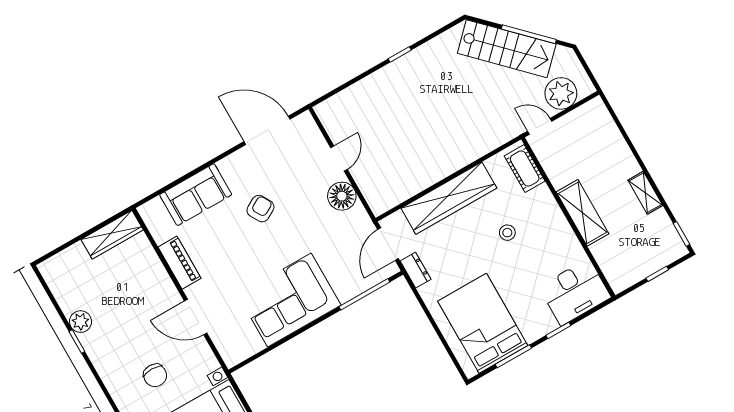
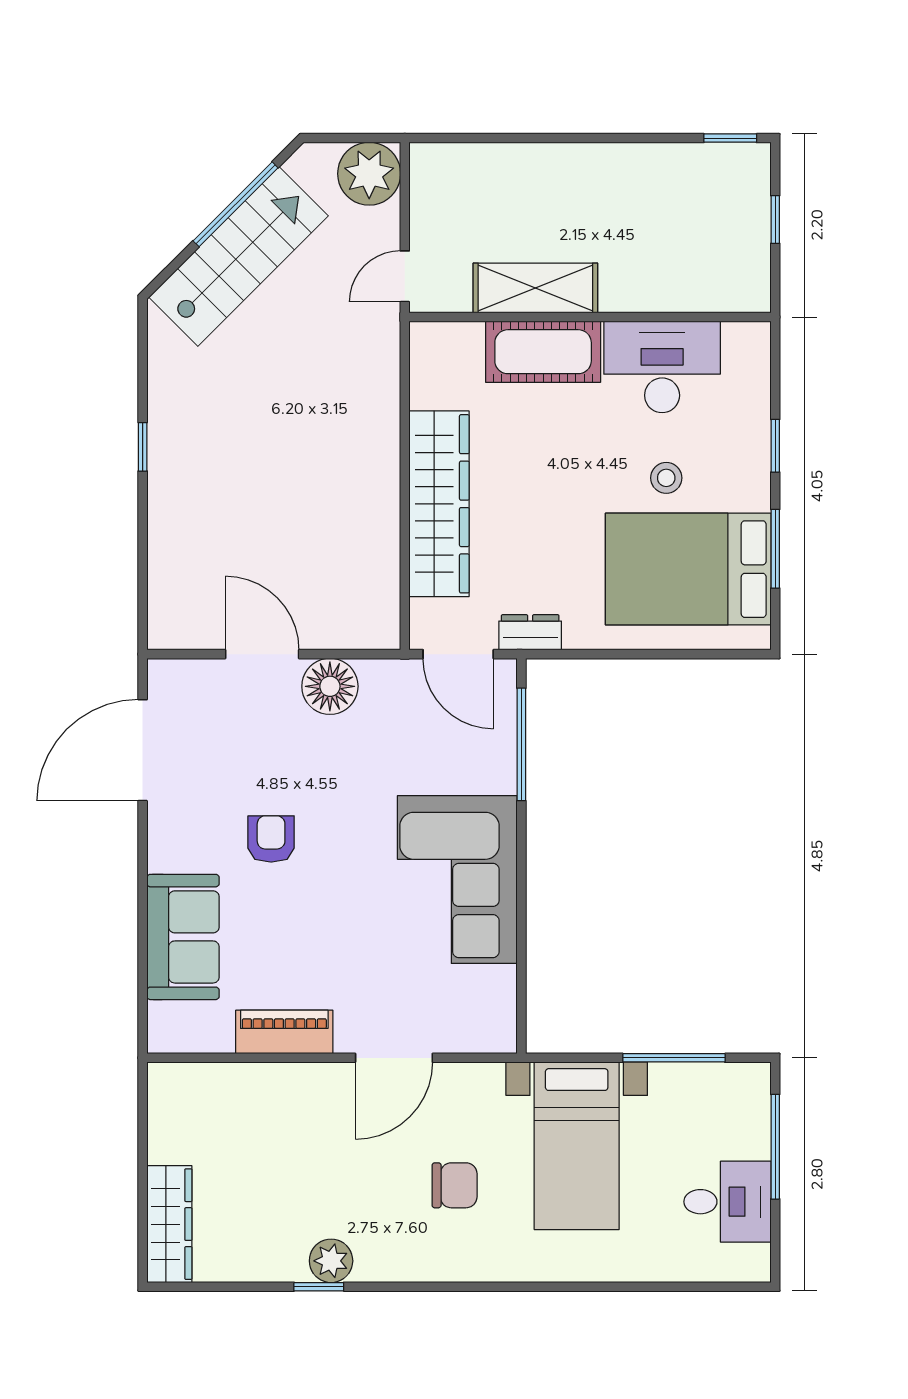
plant: (561, 93) -> (369, 174), moved
door: (339, 158) -> (262, 654), width x1.38
cot: (525, 169) -> (543, 352), moved, width x1.37, depth x1.34
shelving: (645, 193) -> (624, 160), removed
armchair: (260, 209) -> (271, 839), turned 30
shelving: (583, 213) -> (535, 288), moved
stool: (507, 233) -> (666, 478), moved
wardrobe: (112, 235) -> (169, 1224), moved
desk: (575, 292) -> (662, 367), moved, turned -90
plant: (80, 322) -> (331, 1261), moved

